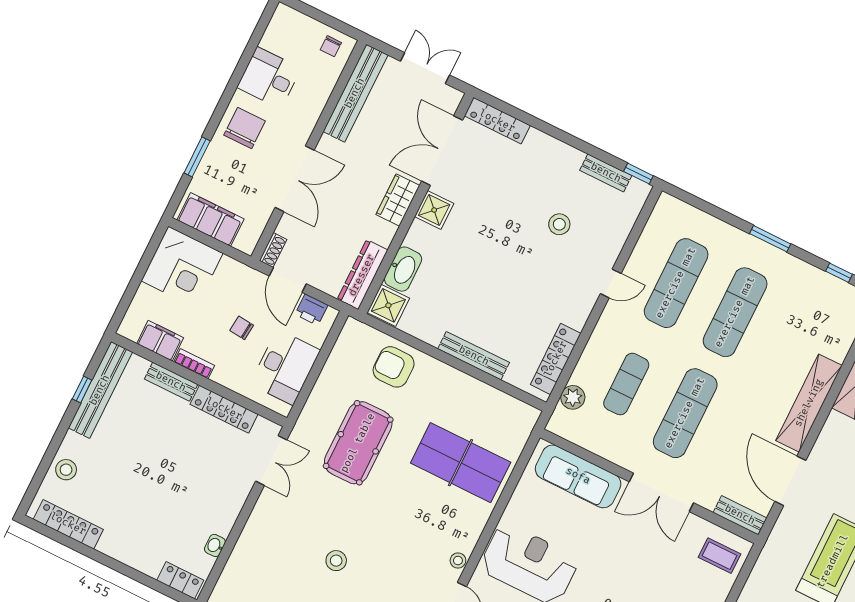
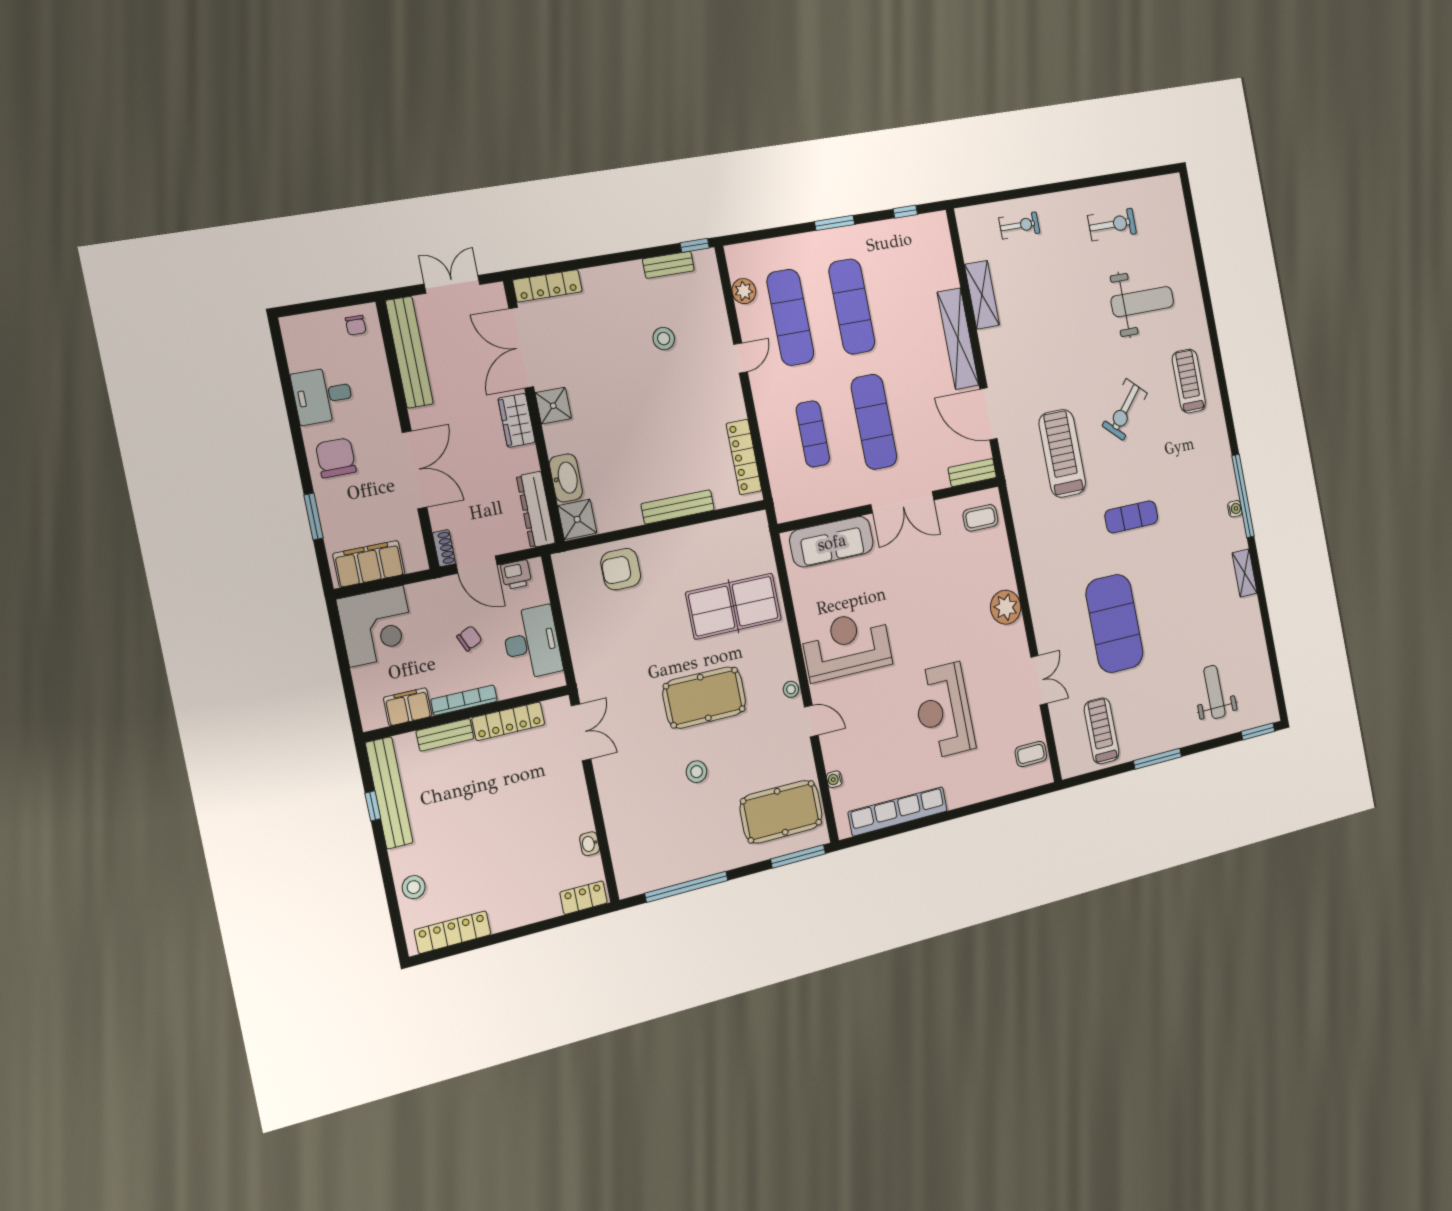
chair: (242, 328) -> (469, 638), turned 150
bookcase: (194, 364) -> (464, 700), width x1.56
plant: (573, 397) -> (744, 291), moved
pool table: (358, 443) -> (704, 698), moved, turned 90

